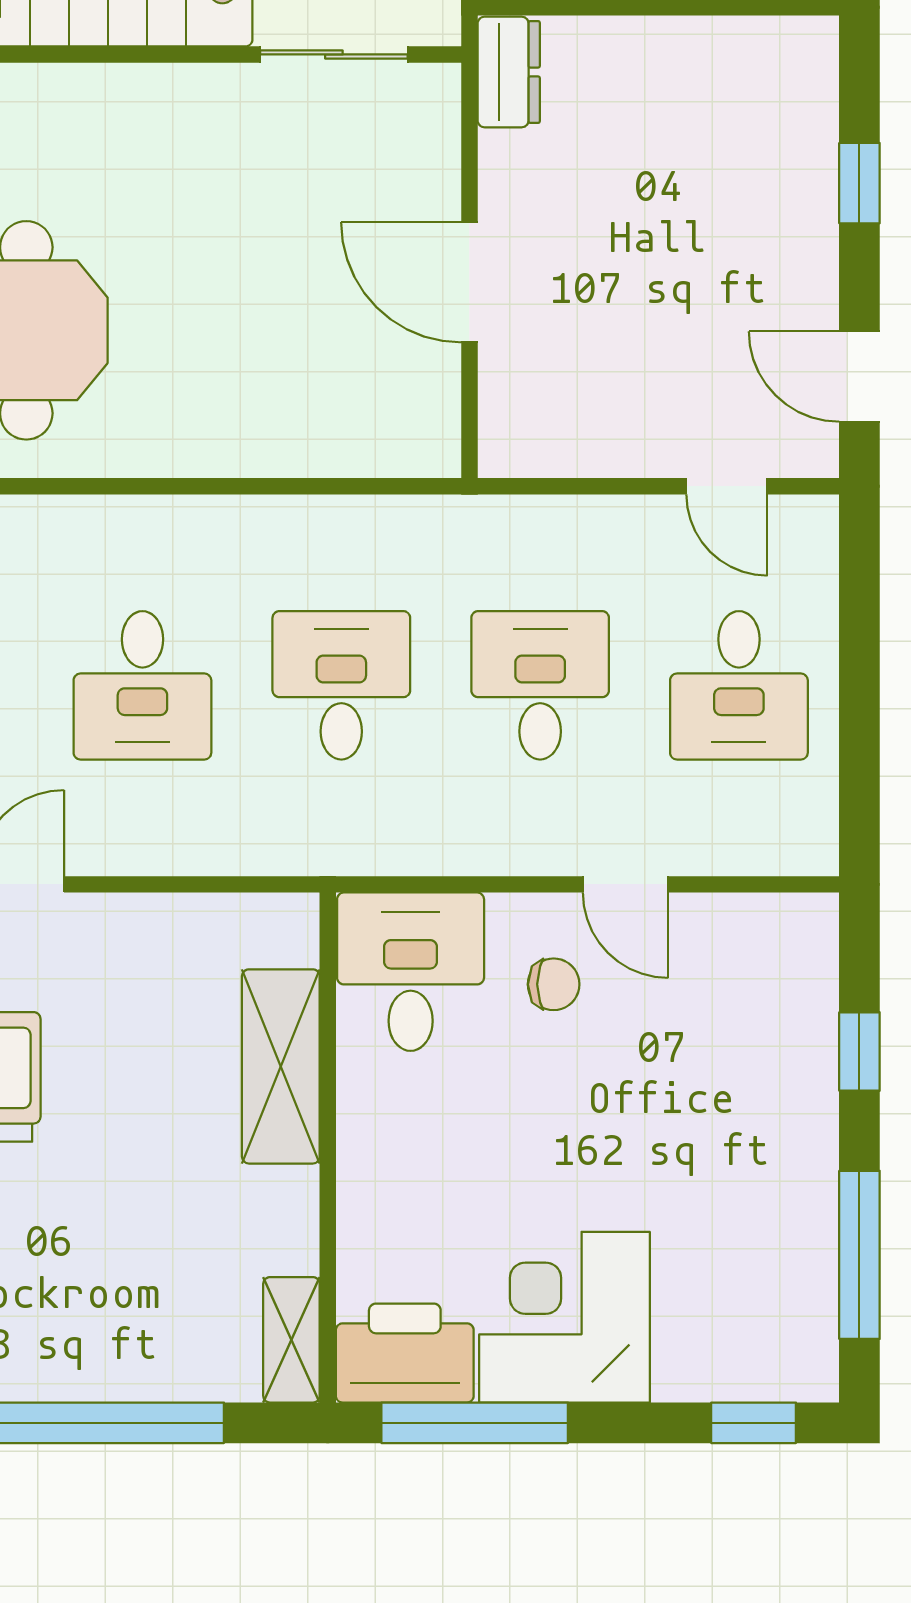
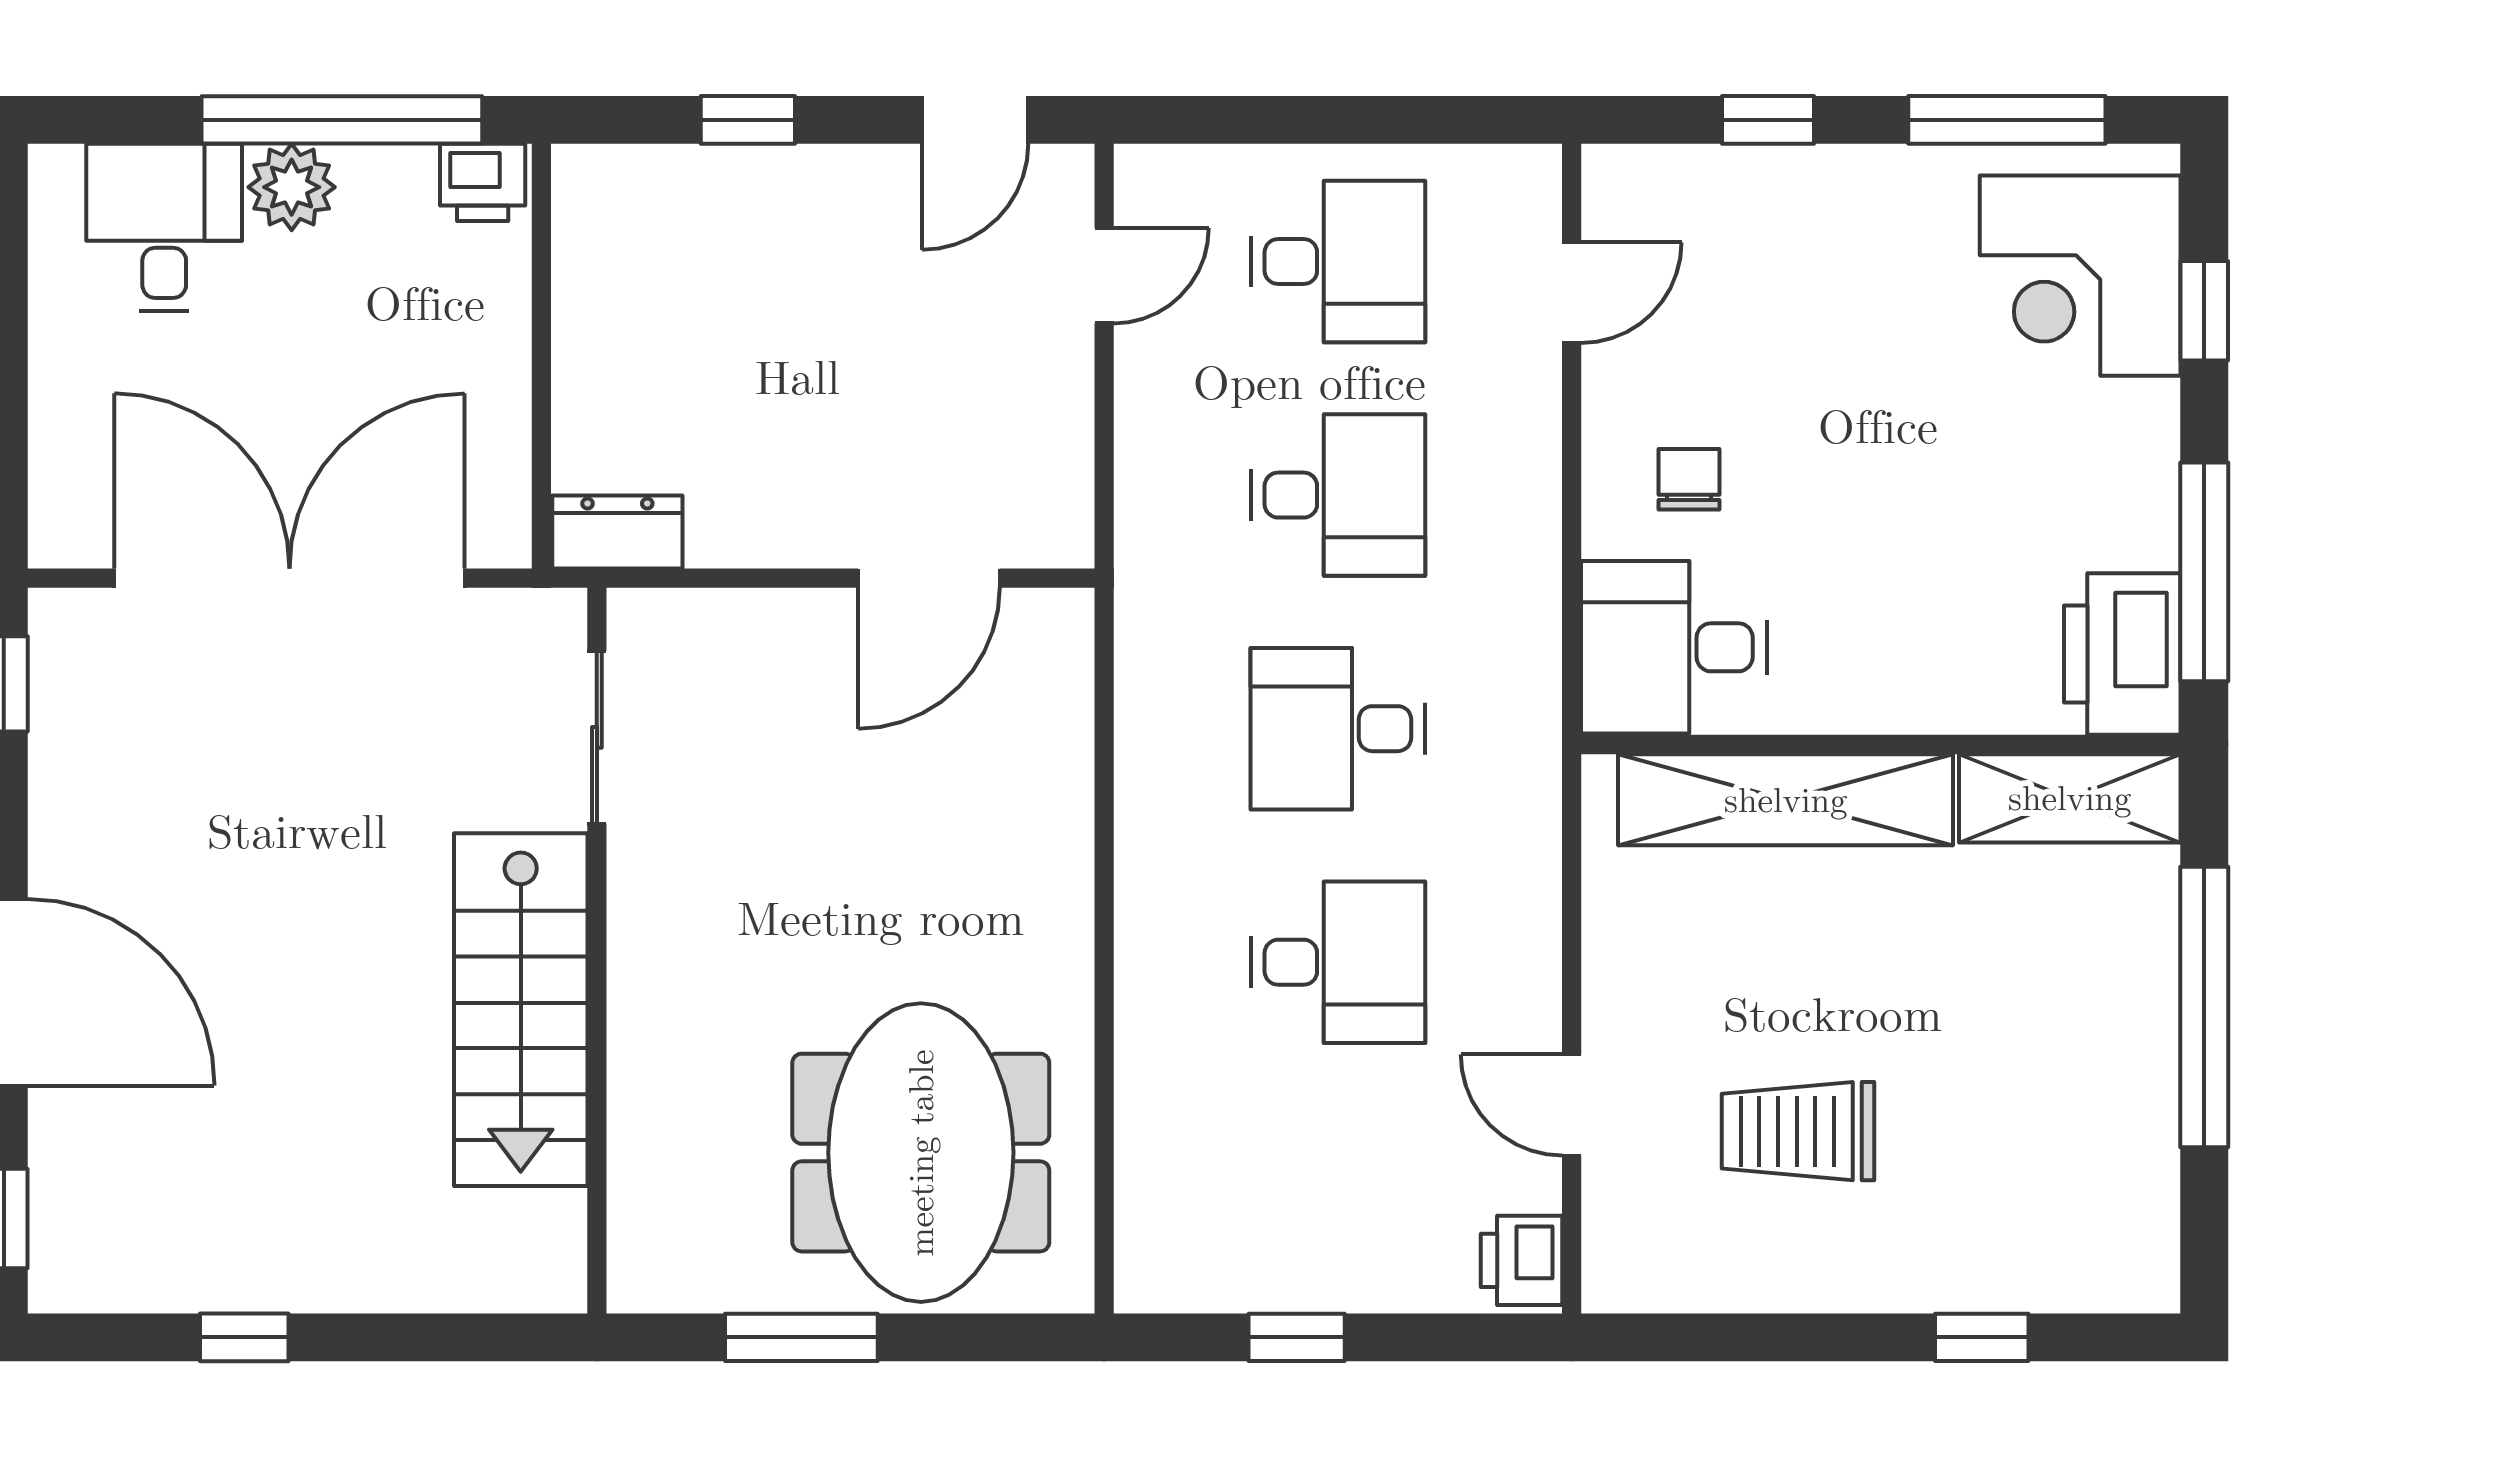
door: (469, 282) -> (929, 578), moved
desk: (540, 685) -> (1338, 495), turned 180
door: (626, 884) -> (1572, 293), moved
shelving: (281, 1066) -> (1786, 800), width x1.47
corner desk: (565, 1317) -> (2080, 276), moved
shelving: (291, 1340) -> (2070, 798), width x1.50, depth x1.33
window: (754, 1423) -> (2204, 311), moved

